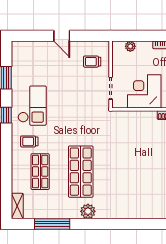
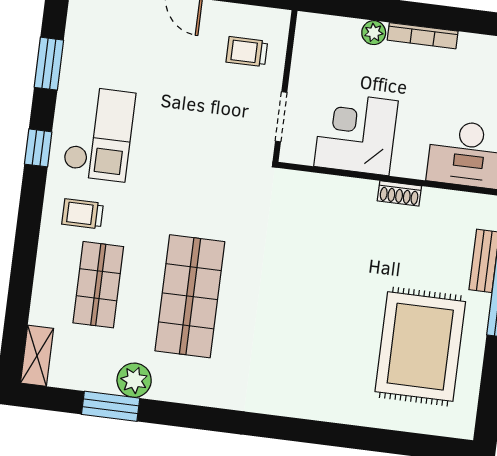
plant: (130, 46) -> (374, 33), moved
plant: (88, 211) -> (134, 380), moved
window: (52, 224) -> (111, 406), width x0.69

